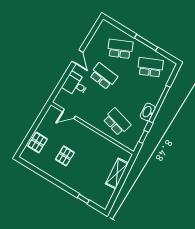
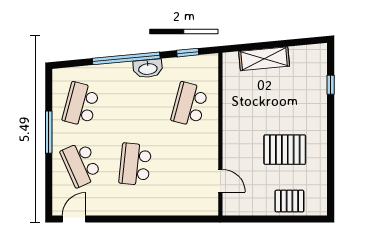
door: (77, 57) -> (74, 219), moved
school desk: (150, 67) -> (81, 104), turned 39
desk: (75, 85) -> (172, 197), removed
pallet: (65, 156) -> (285, 150), width x1.50, depth x1.42

